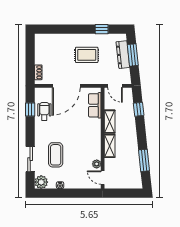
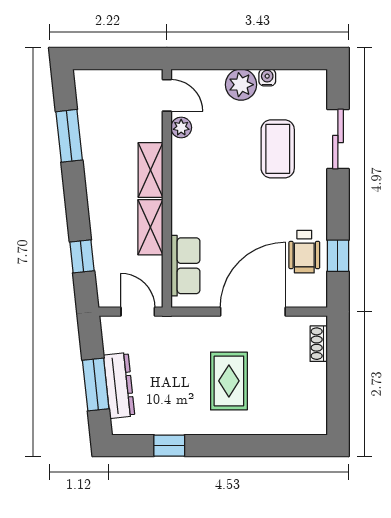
rug: (87, 55) -> (229, 381), moved, turned 90
plant: (41, 182) -> (241, 85), moved

